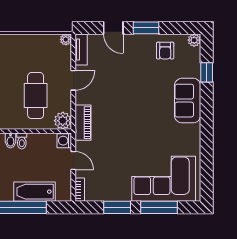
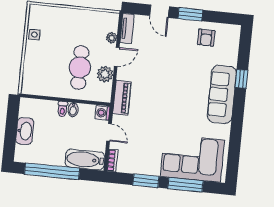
plant: (66, 39) -> (112, 38), moved
plant: (194, 40) -> (235, 31), removed
window: (207, 72) -> (241, 79), moved
sofa: (188, 101) -> (222, 94), width x1.36
plant: (63, 121) -> (105, 74), moved
bidet: (10, 140) -> (73, 110), moved
bathtub: (34, 192) -> (85, 160), moved

